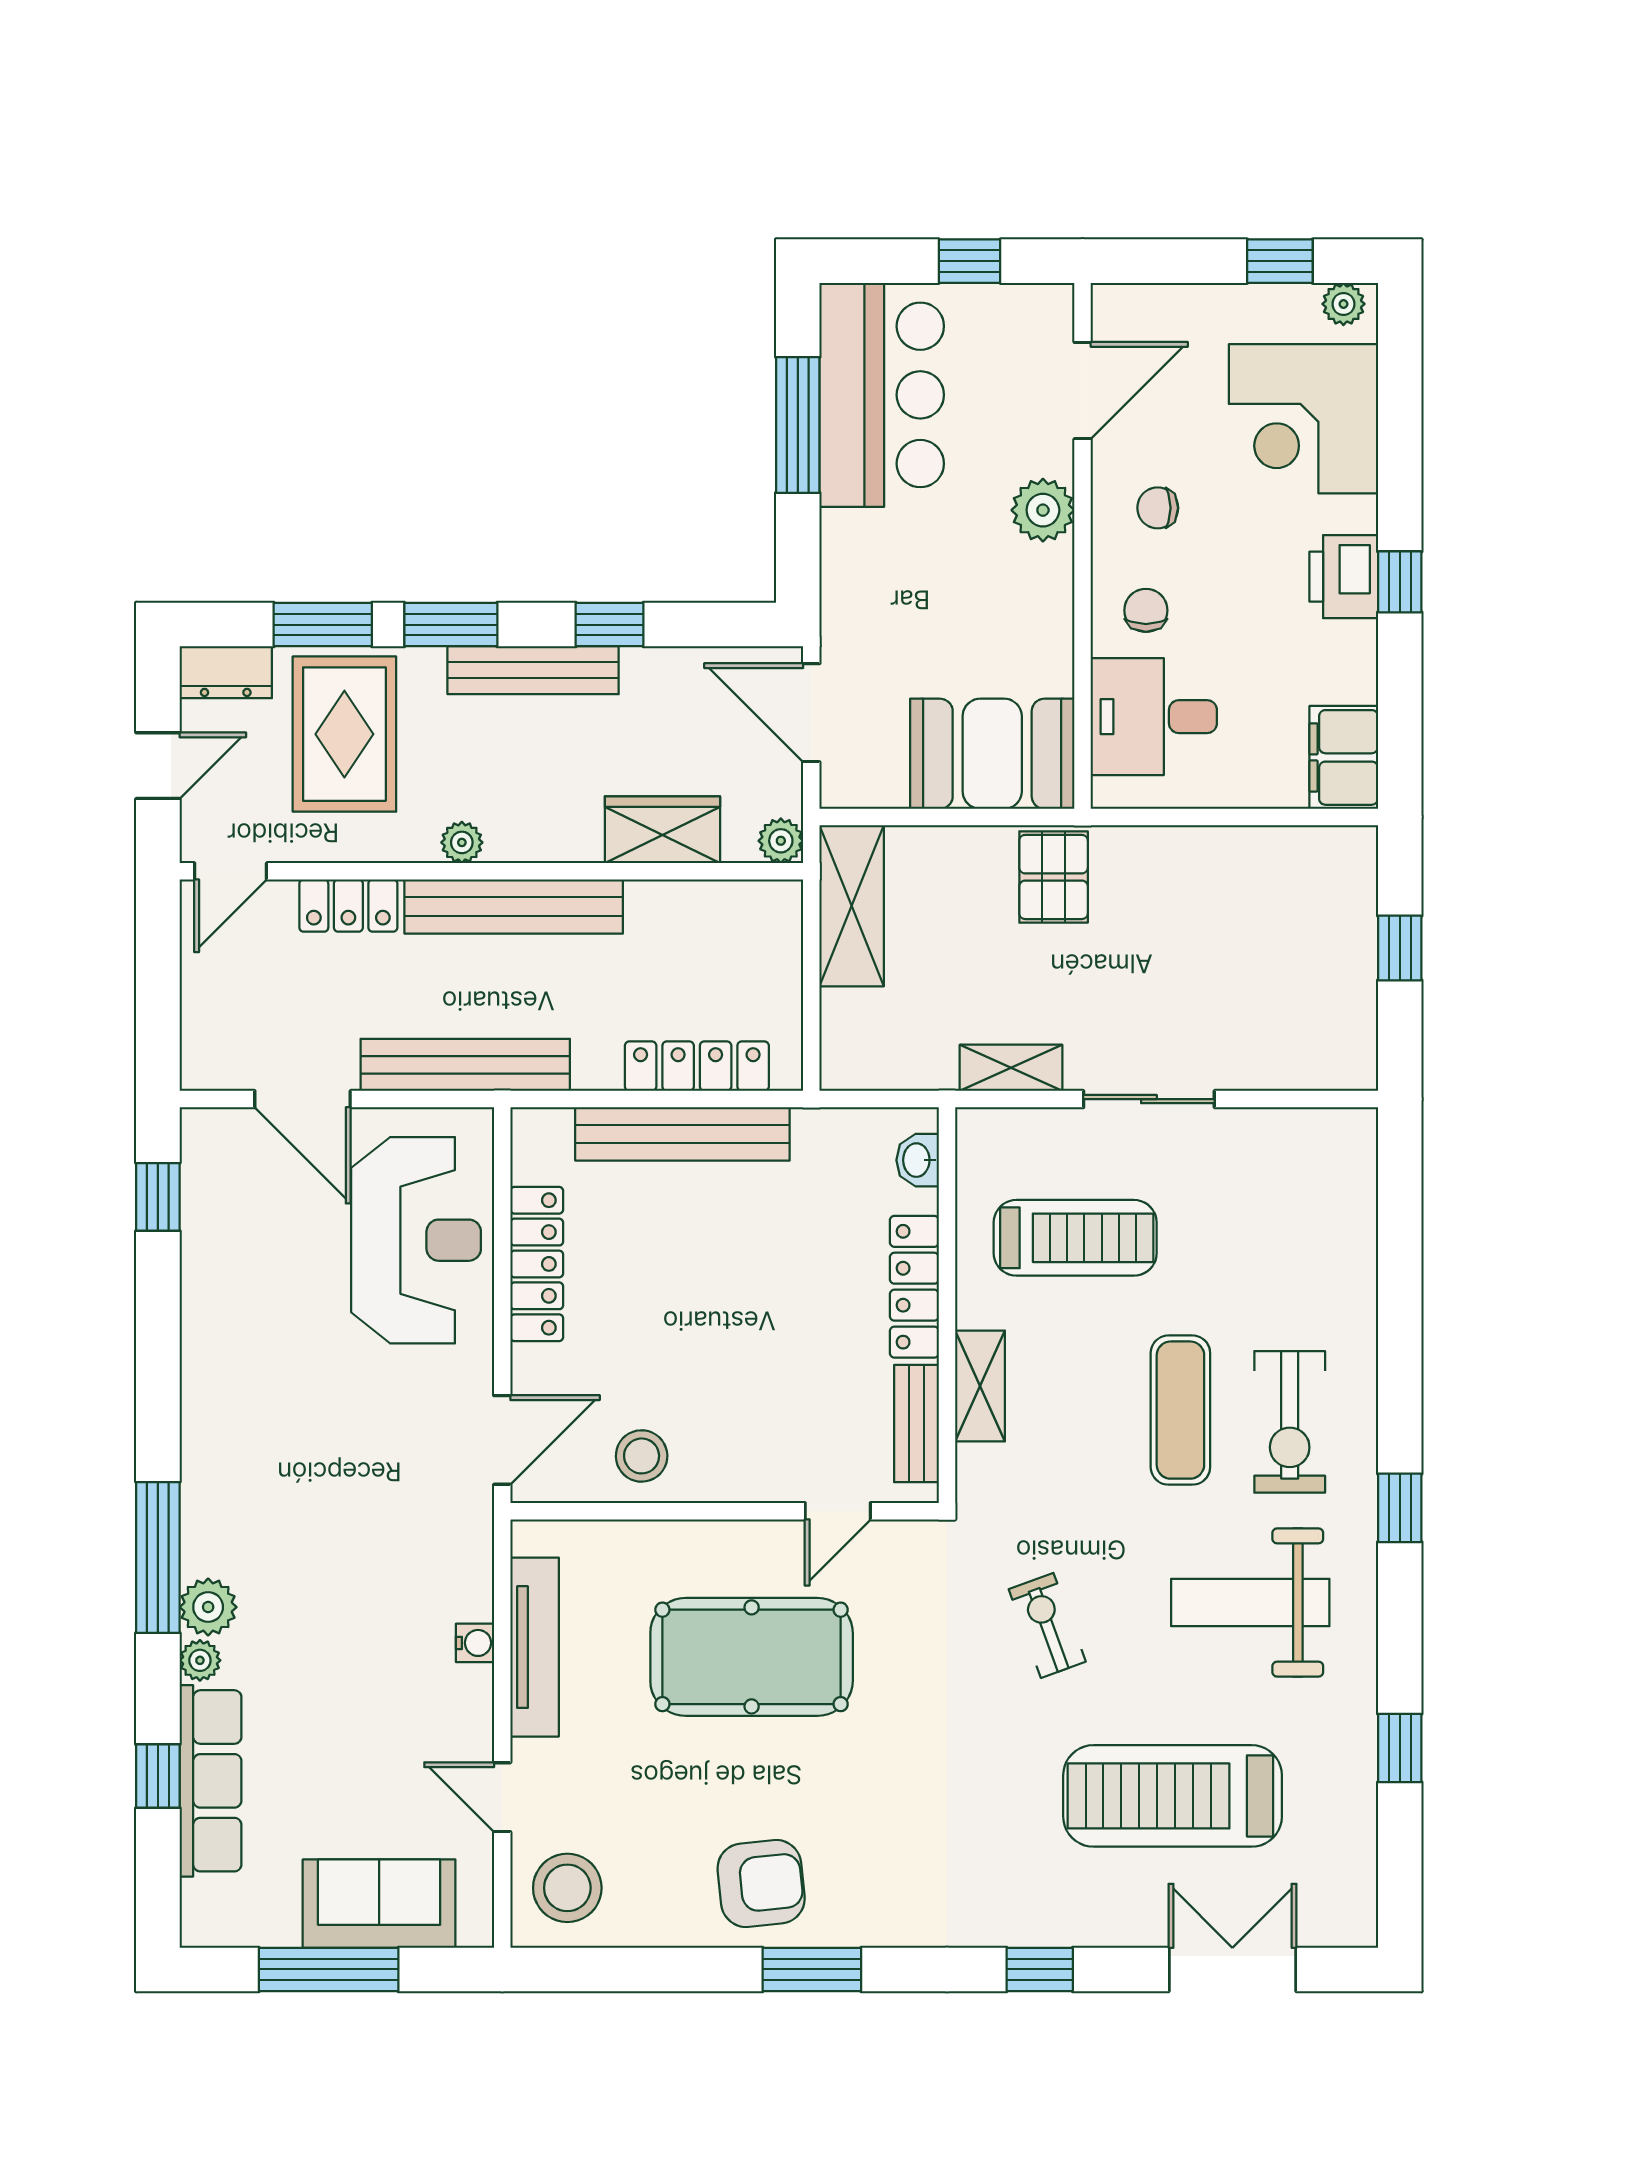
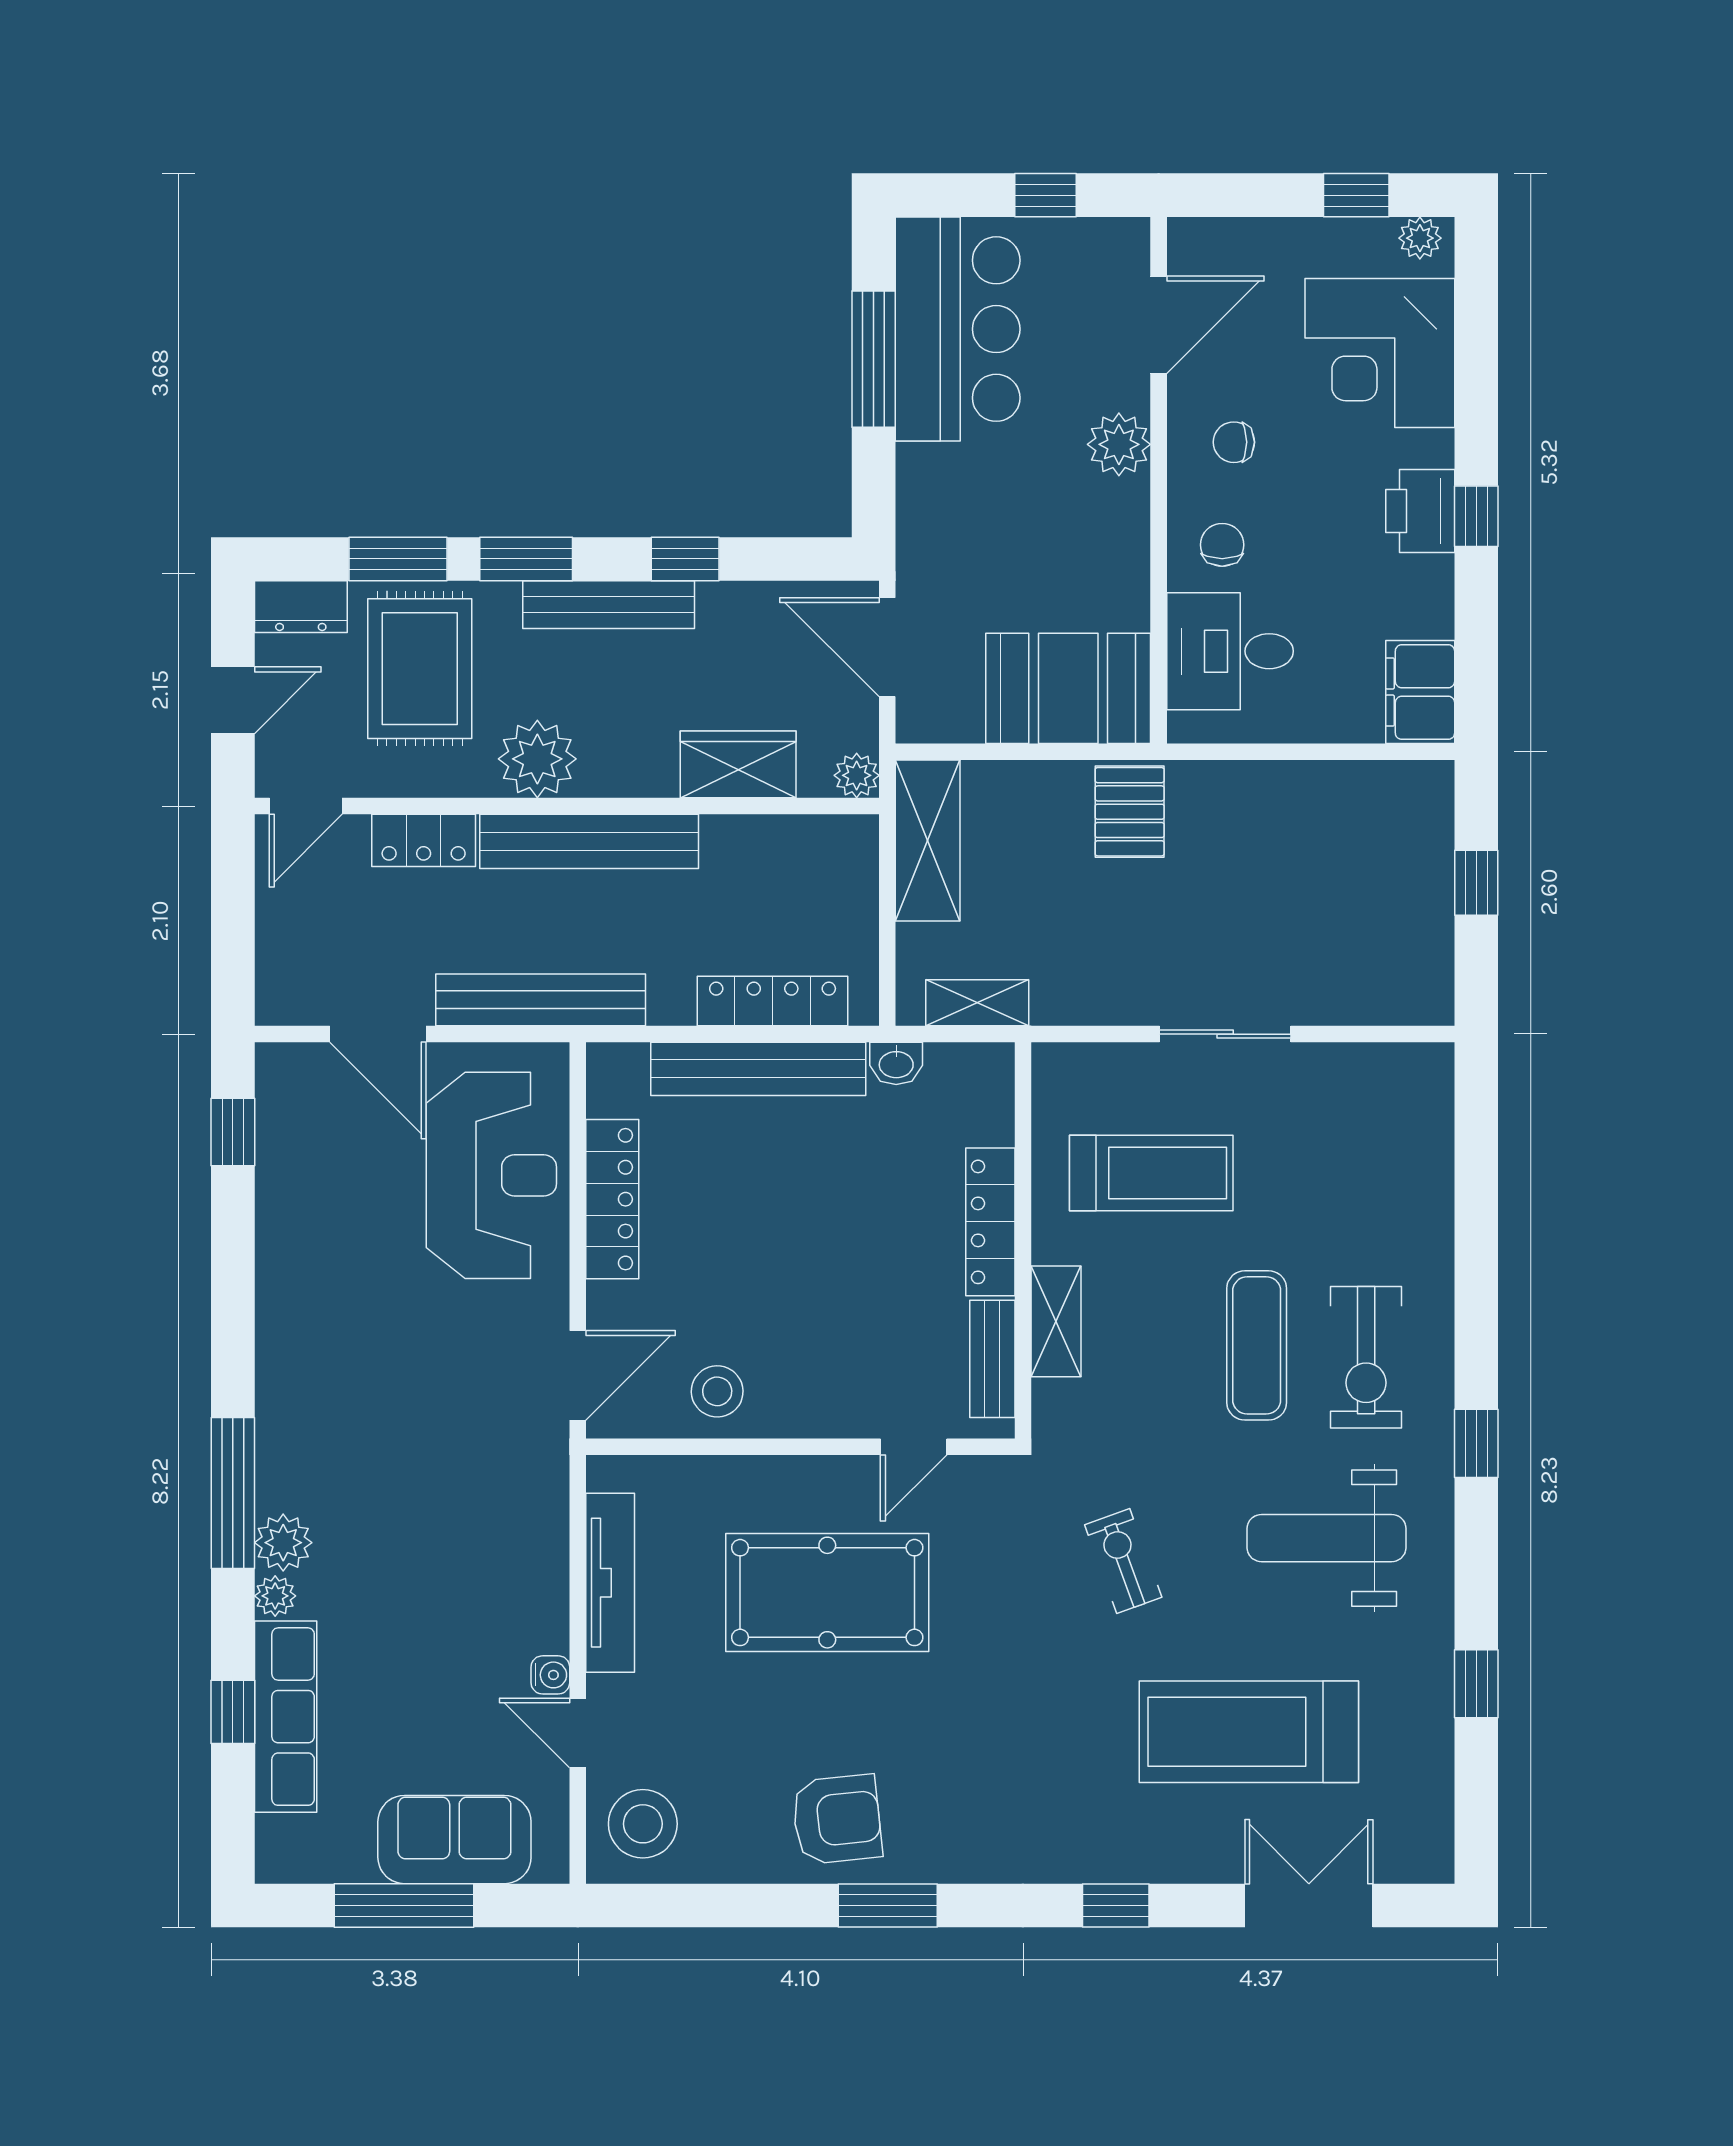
plant: (462, 842) -> (537, 759), width x1.88, depth x1.88
shelving: (1011, 1068) -> (977, 1003), moved
washbasin: (918, 1160) -> (896, 1063), moved, turned -90
water cooler: (475, 1643) -> (550, 1675), moved

